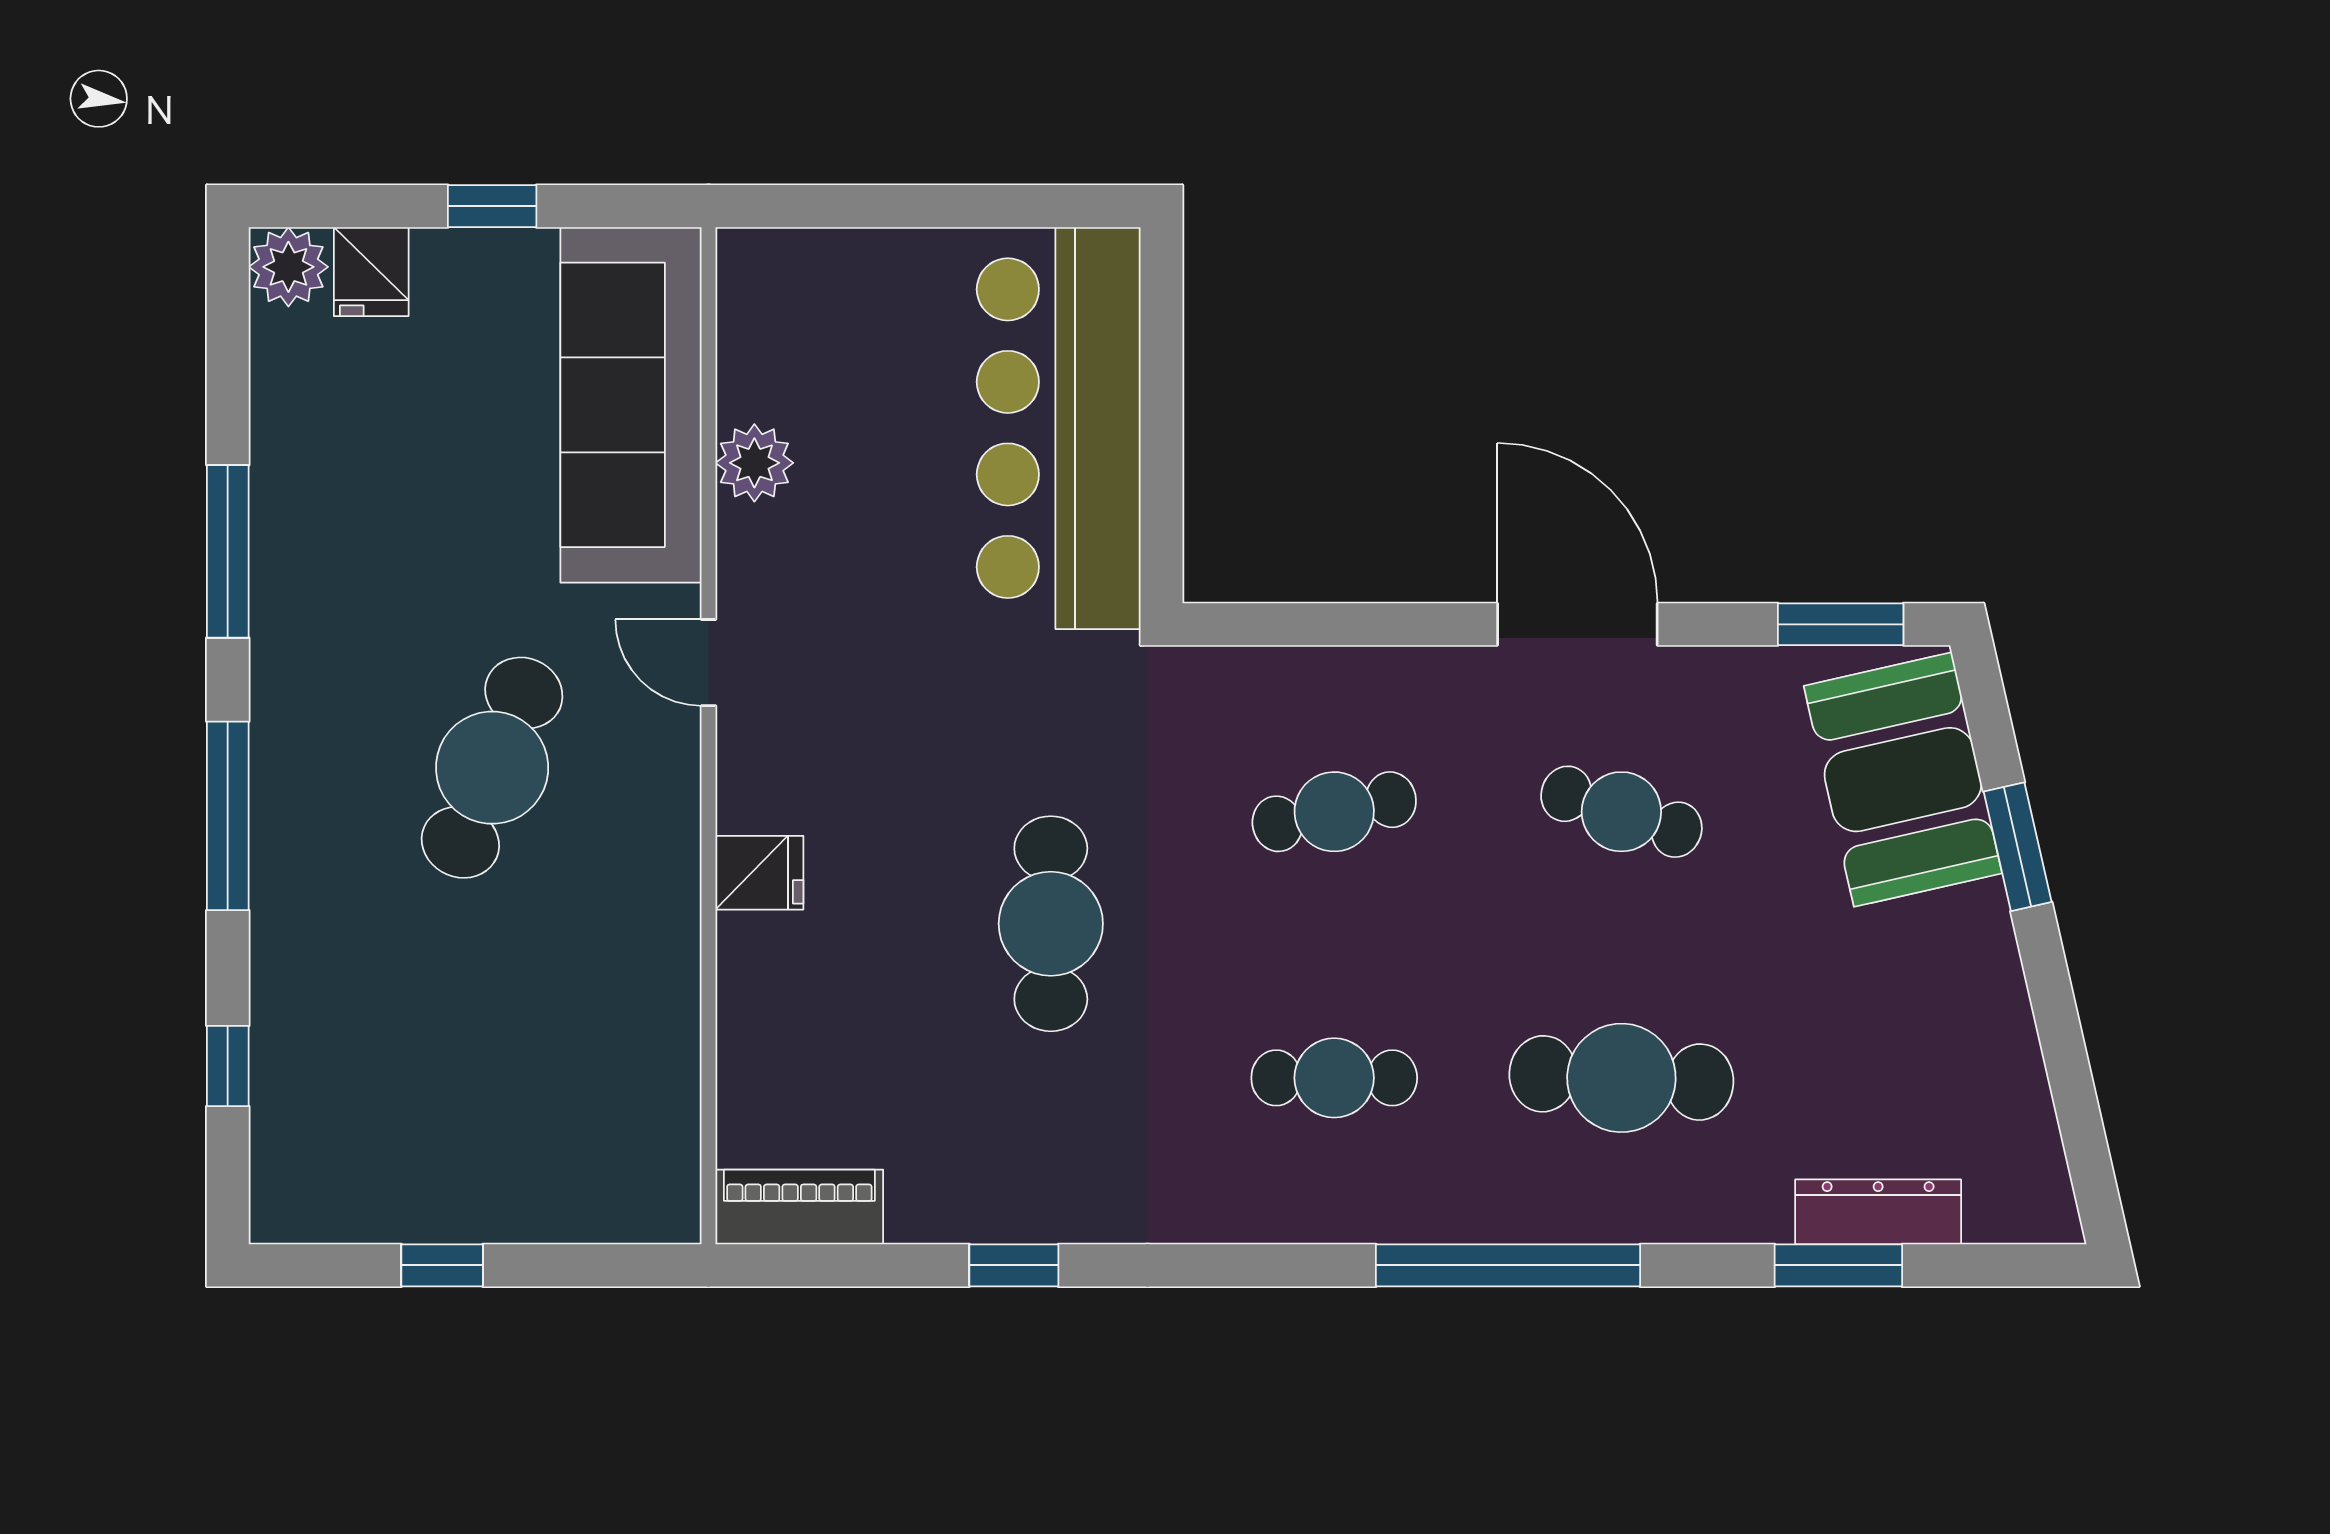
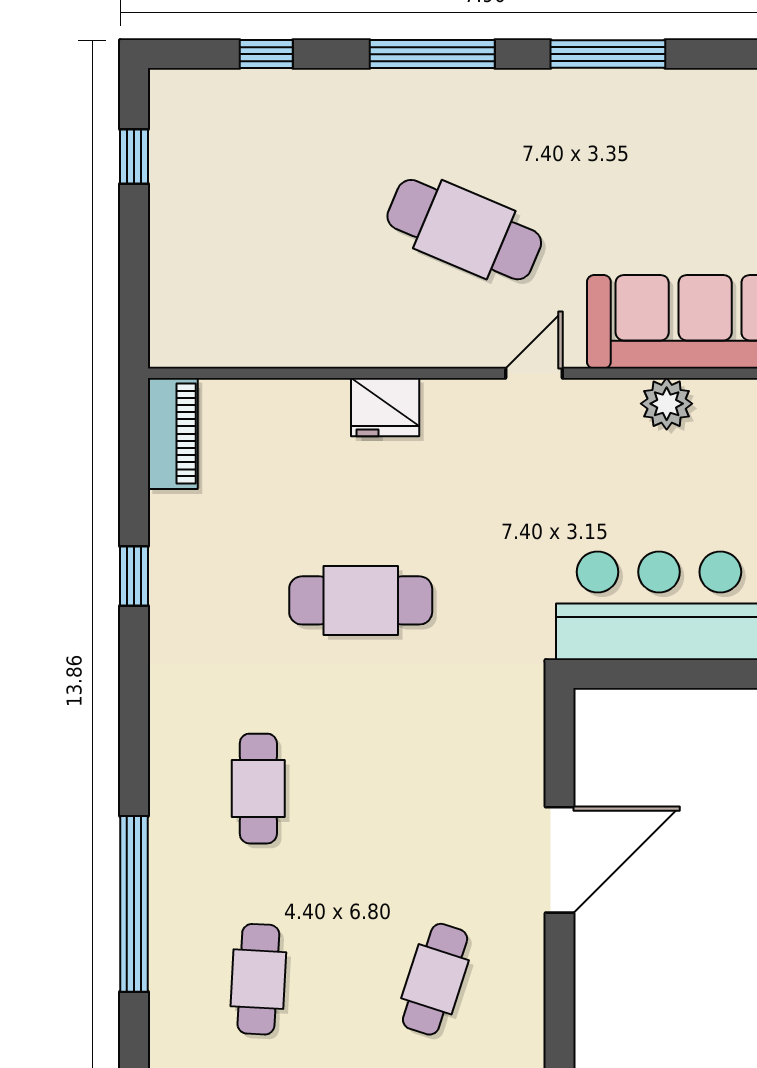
door: (1577, 624) -> (559, 860), moved
cafe table: (1334, 812) -> (435, 789), removed
fridge: (759, 873) -> (385, 407), width x1.38
cafe table: (1621, 1078) -> (258, 979), width x0.73, depth x0.74
window: (442, 1265) -> (134, 157), moved

